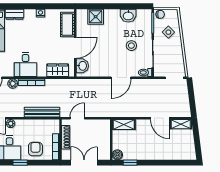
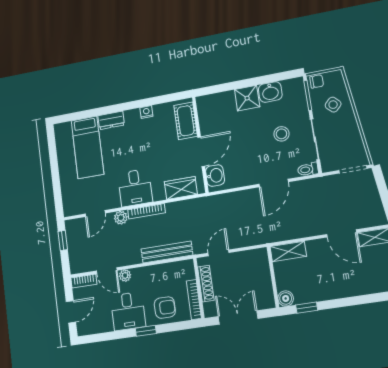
shower: (96, 17) -> (247, 98), moved
armchair: (35, 149) -> (165, 308), turned 90

